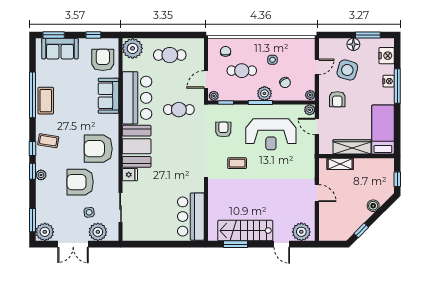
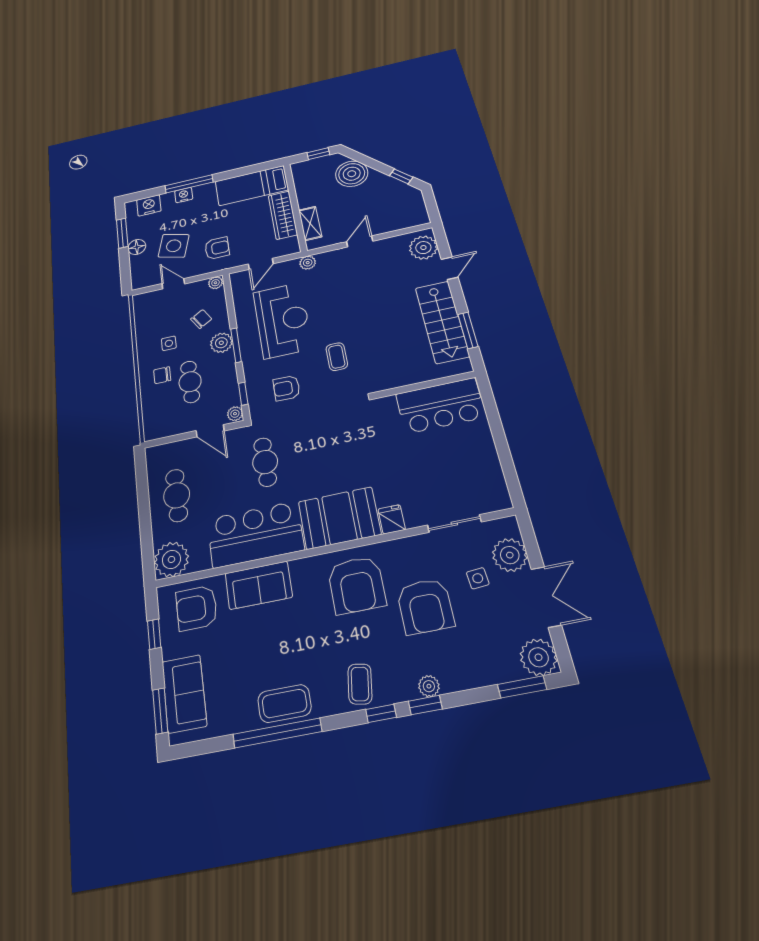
chair: (226, 51) -> (162, 375), moved
plant: (310, 110) -> (308, 263), moved
boiler: (373, 206) -> (352, 174), width x1.86, depth x1.86

